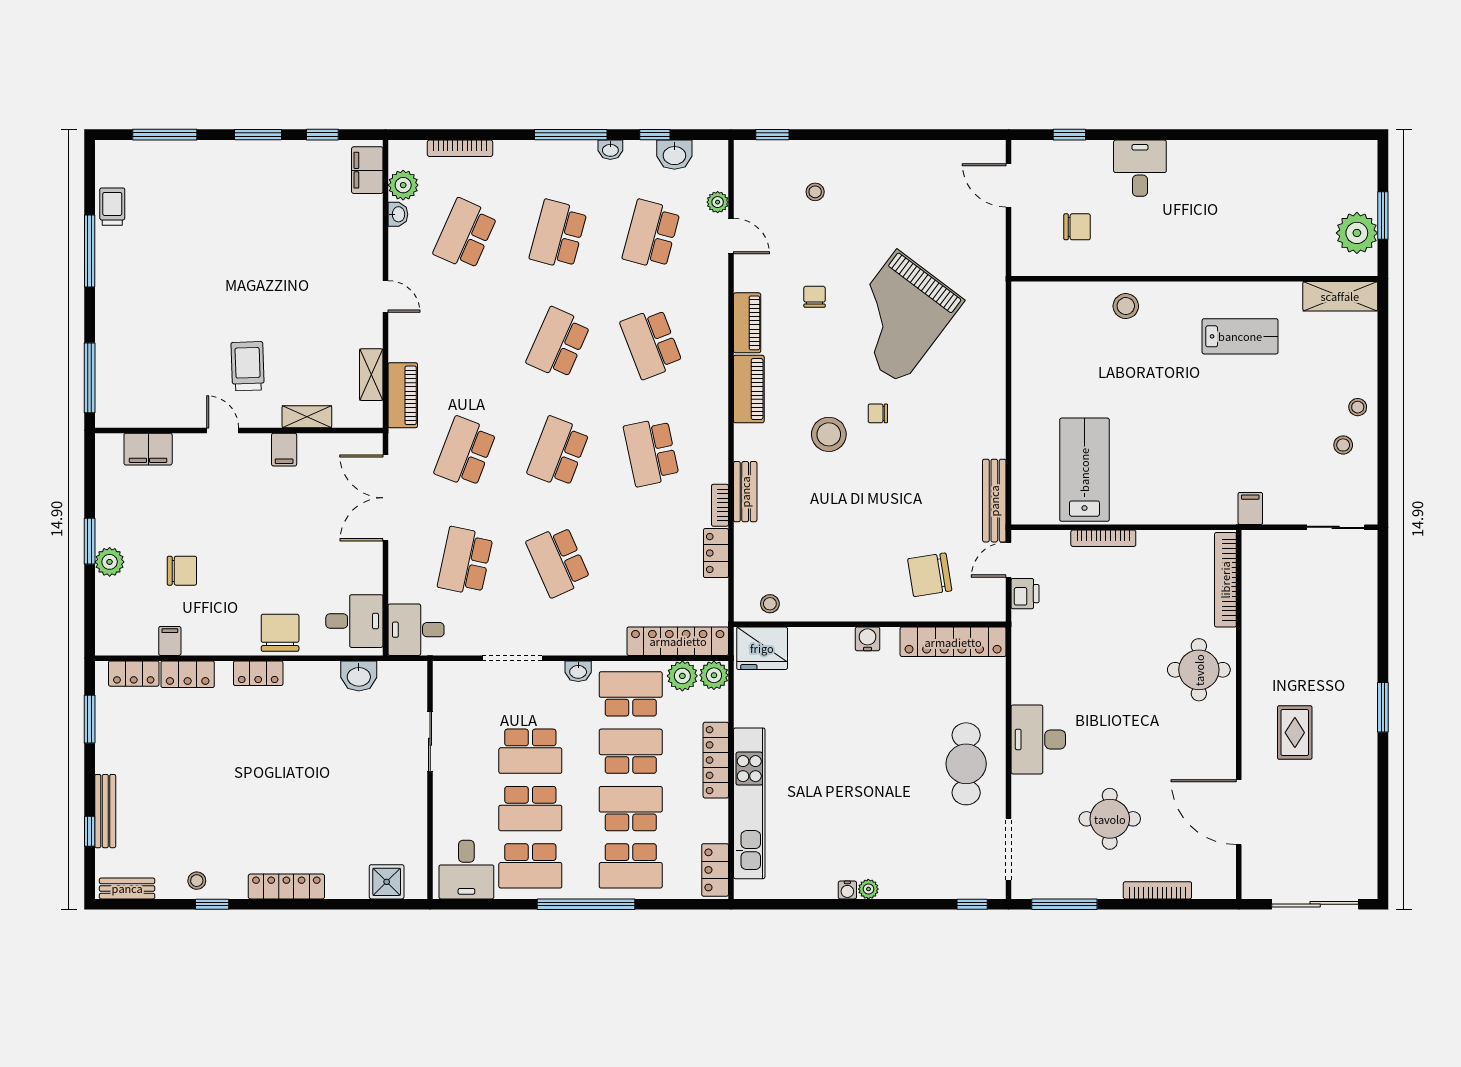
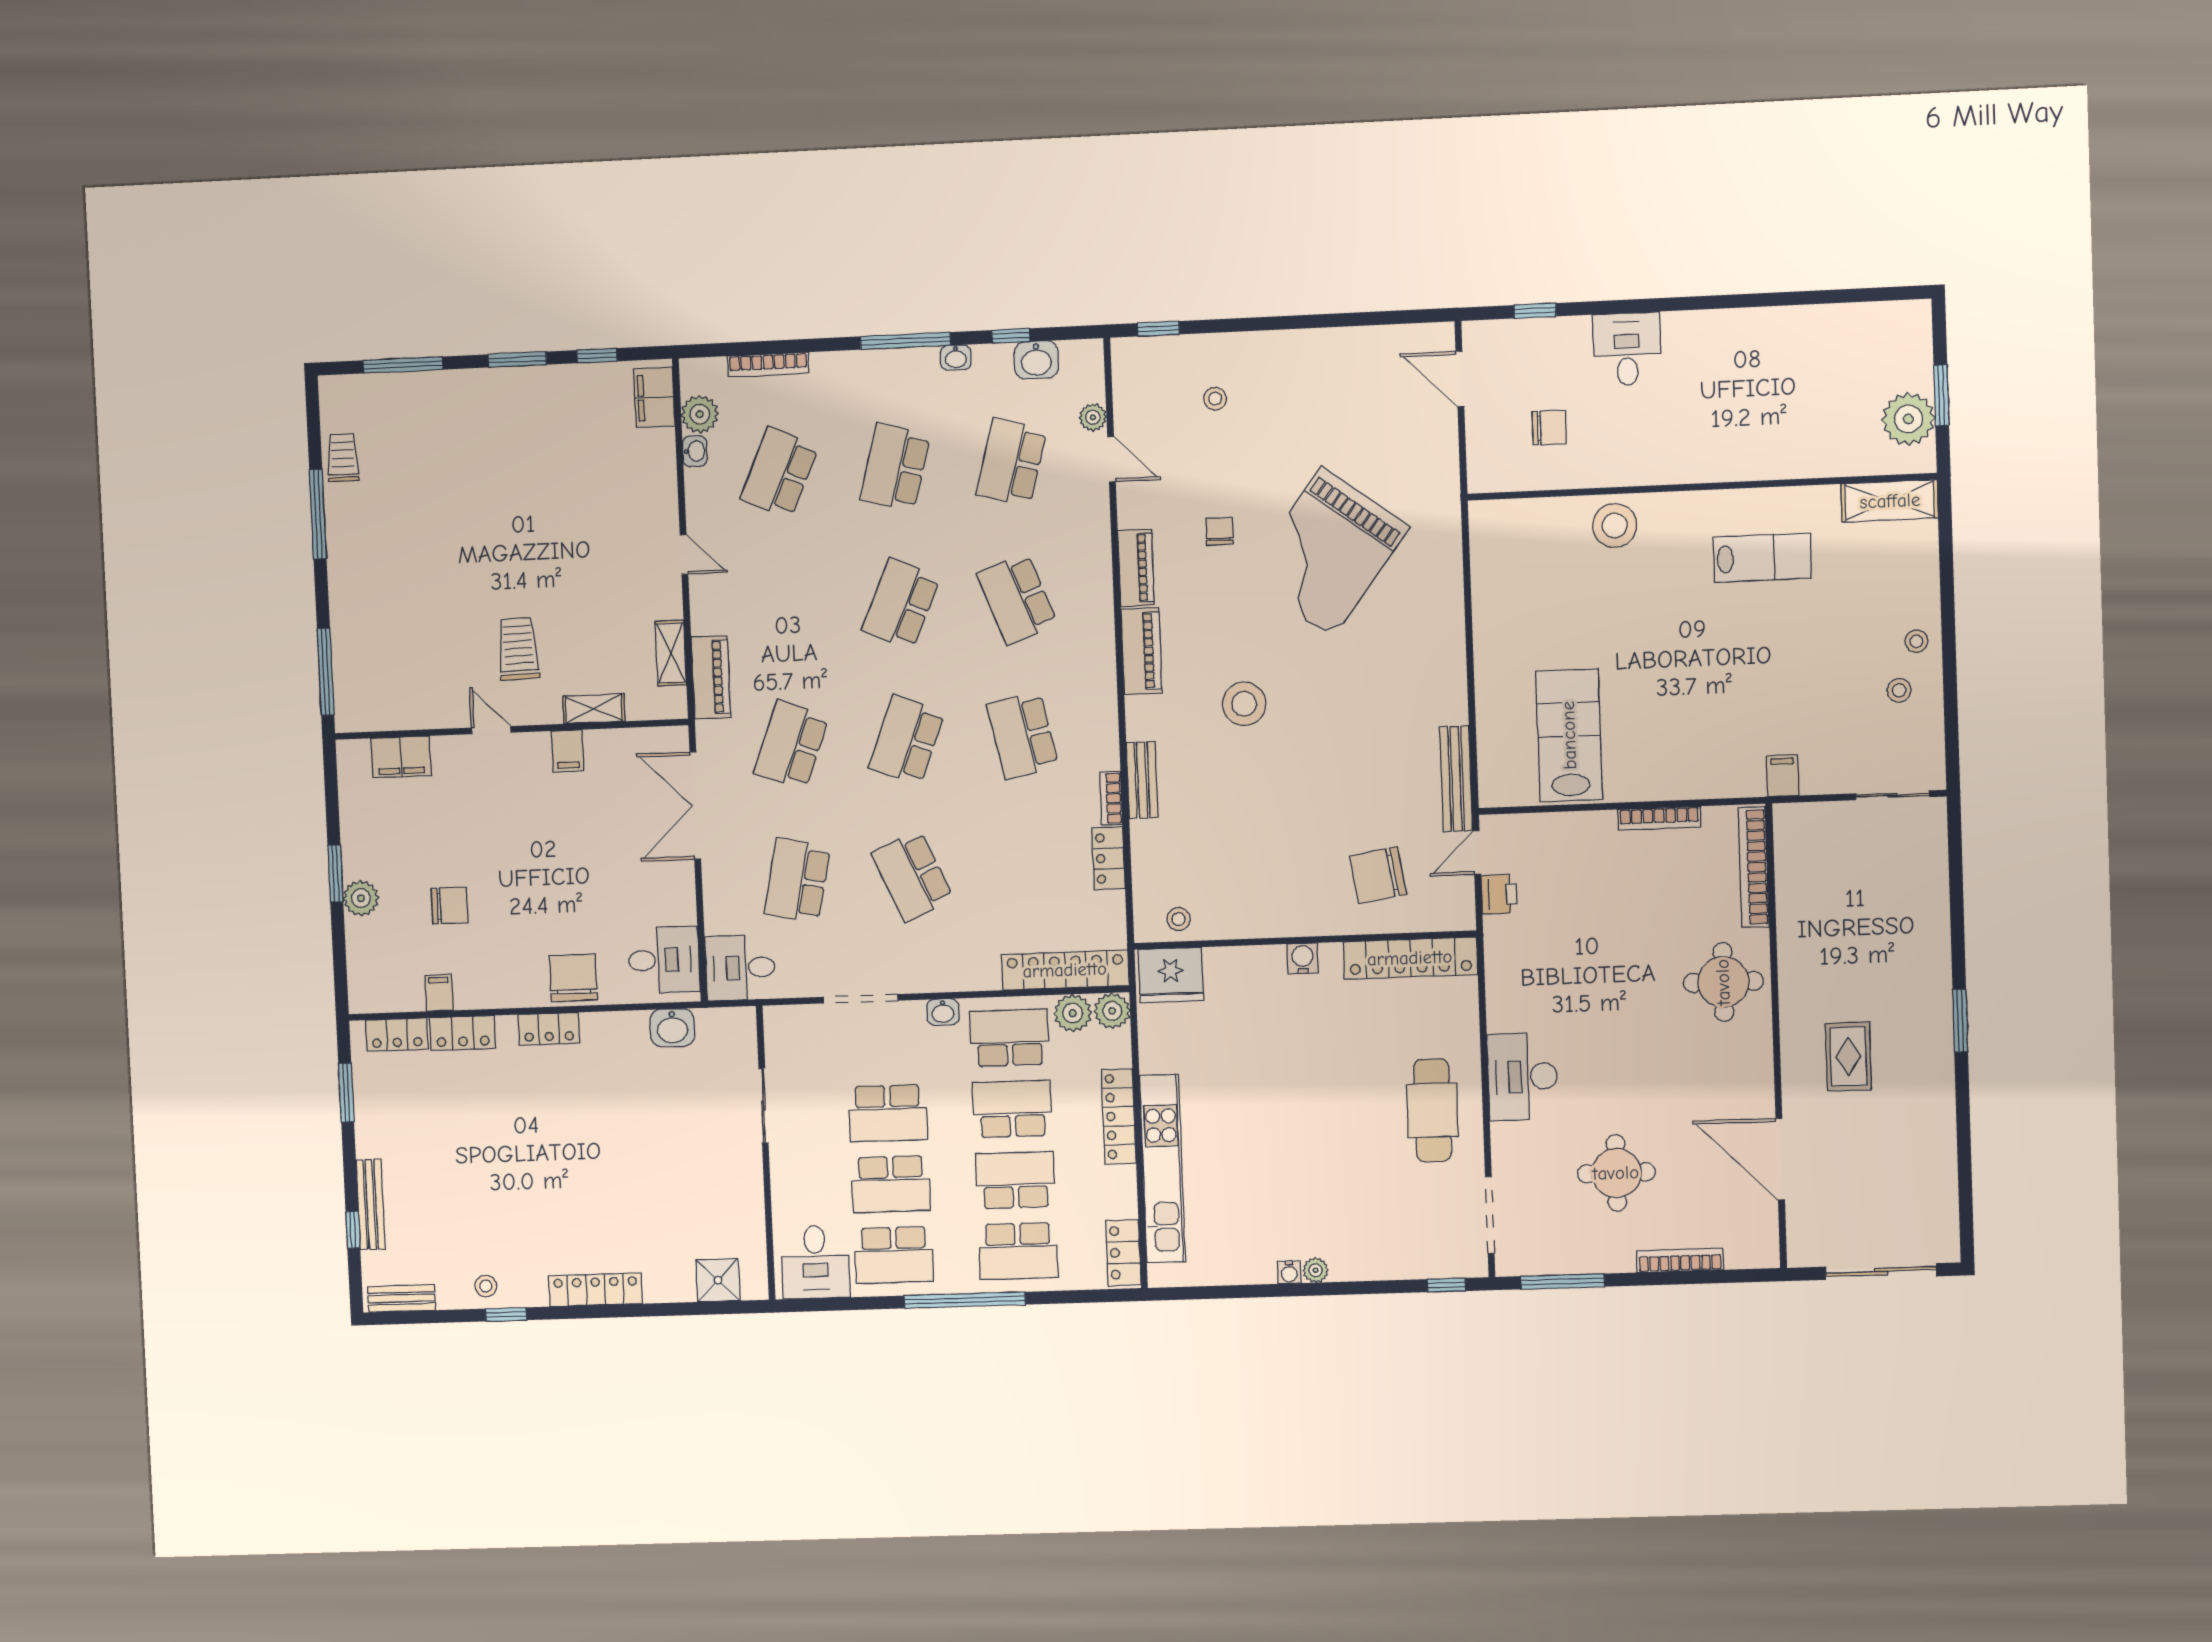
stool: (1126, 306) -> (1615, 526), width x1.38, depth x1.38
chair: (878, 413) -> (1305, 675), removed
bookcase: (1103, 538) -> (1659, 818), moved

